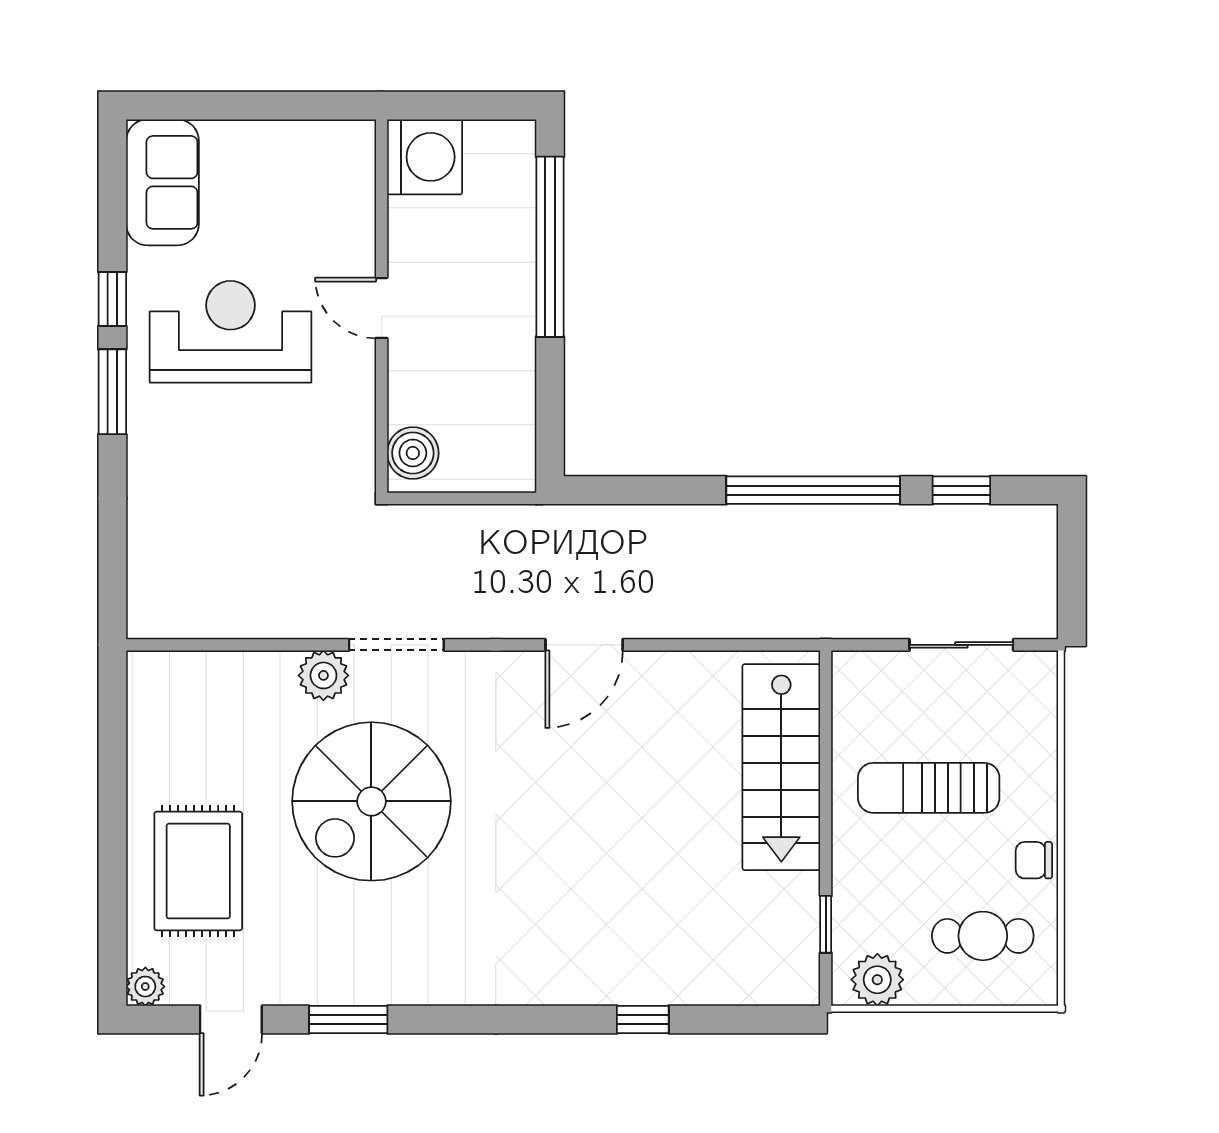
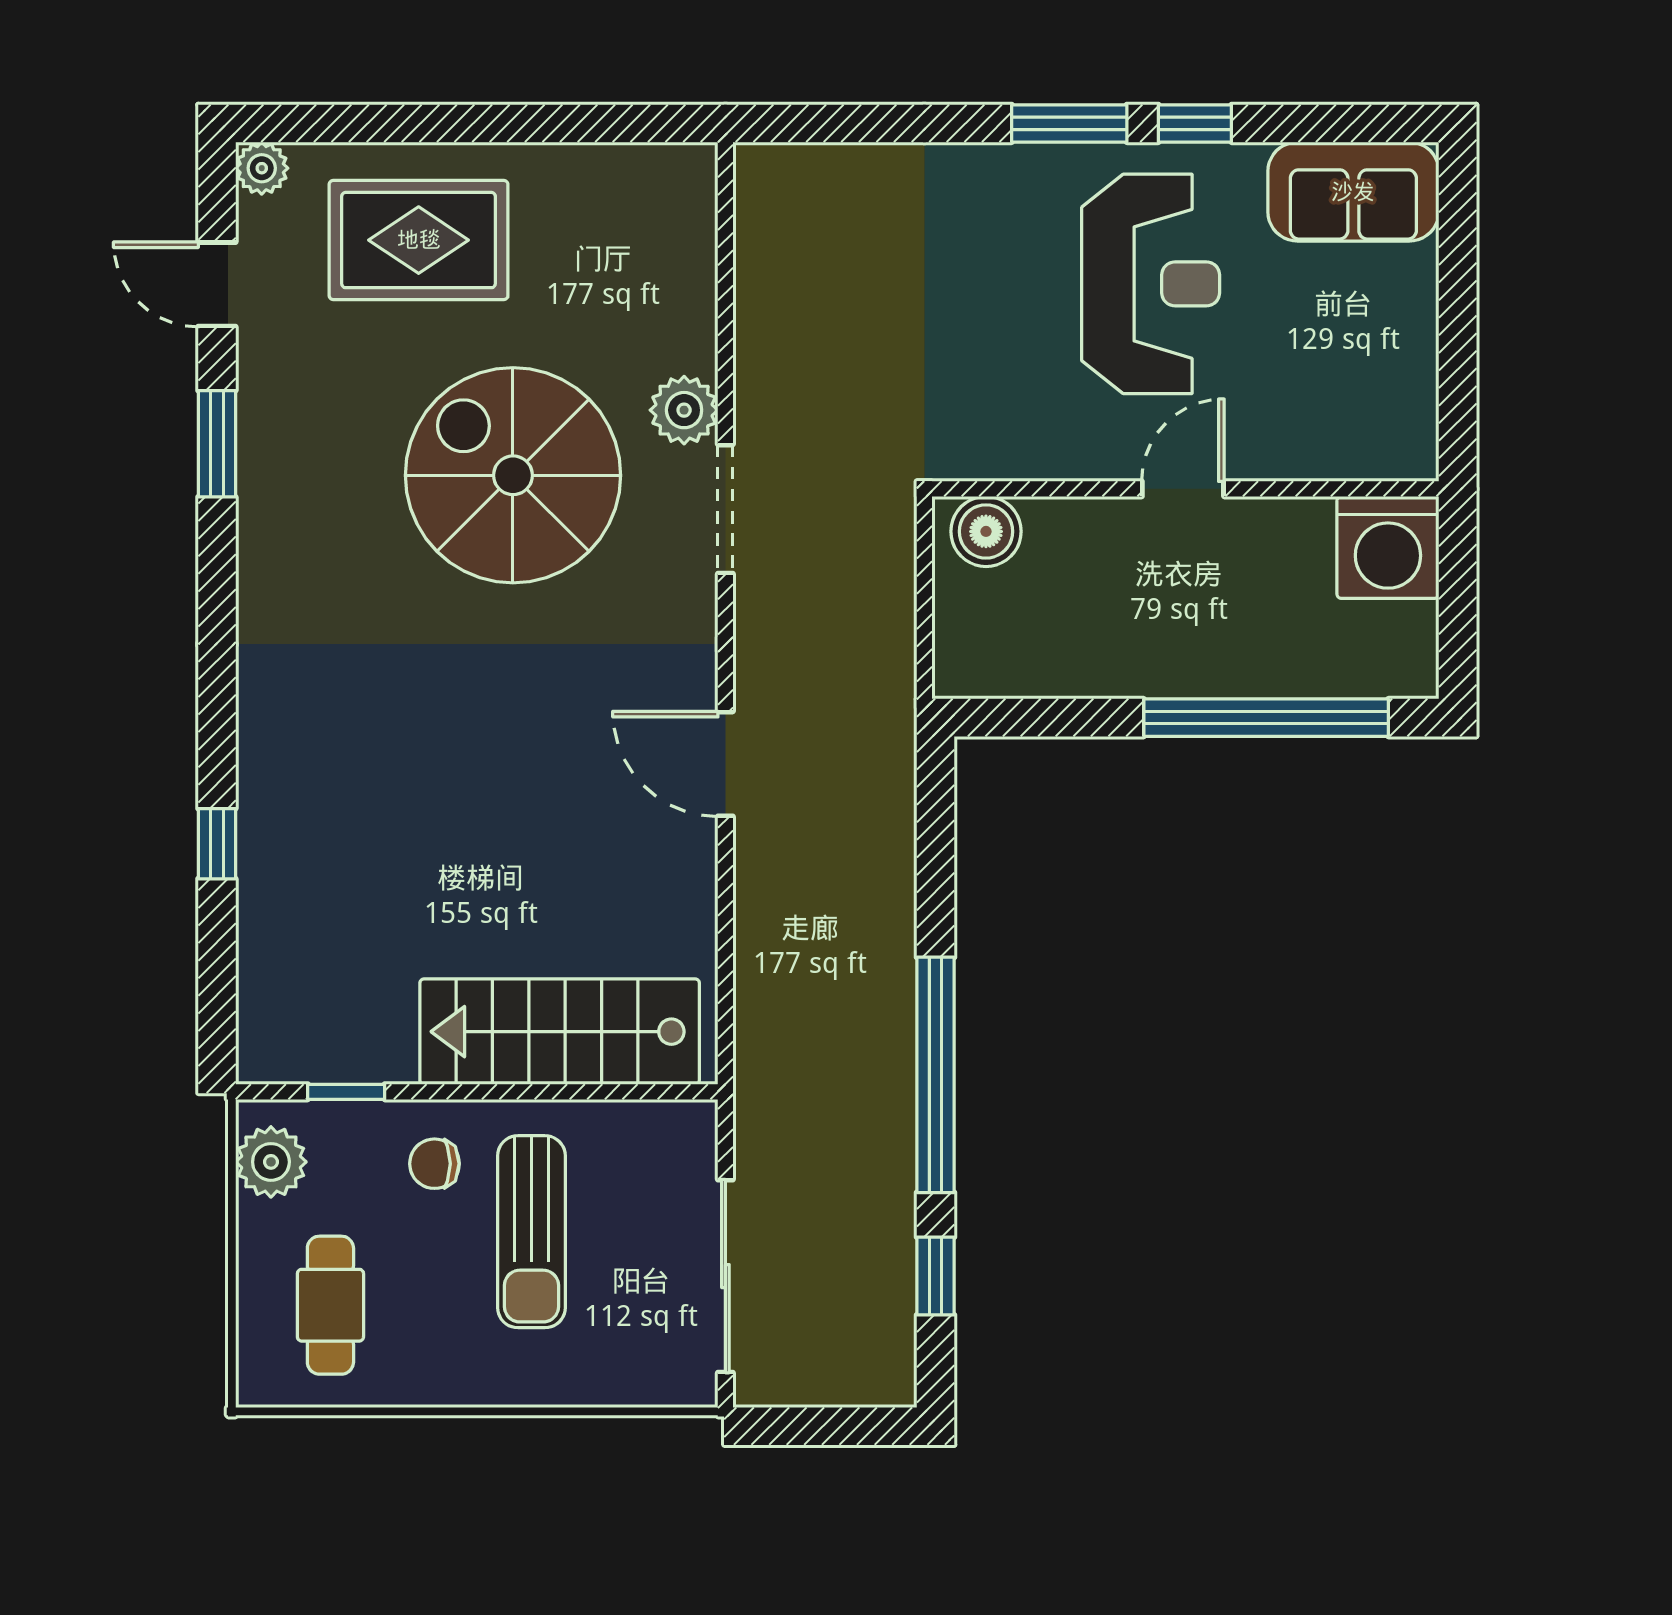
sliding door: (961, 645) -> (725, 1276), width x1.37
sun lounger: (929, 788) -> (531, 1232), turned 180
chair: (1034, 860) -> (434, 1164), moved, turned -90

